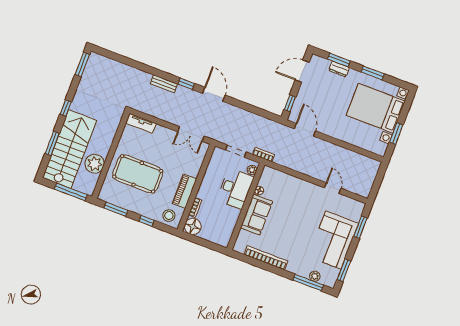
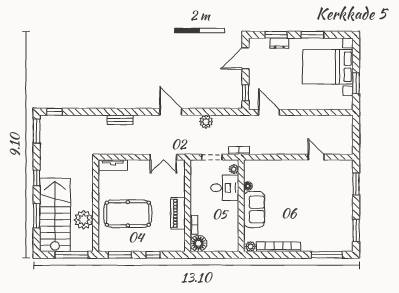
window: (186, 84) -> (55, 112), moved
plant: (243, 116) -> (206, 122), added
desk: (235, 189) -> (225, 188), width x0.73
stool: (169, 216) -> (172, 242), removed
corner sofa: (333, 240) -> (335, 206), removed
plant: (315, 276) -> (251, 246), moved

